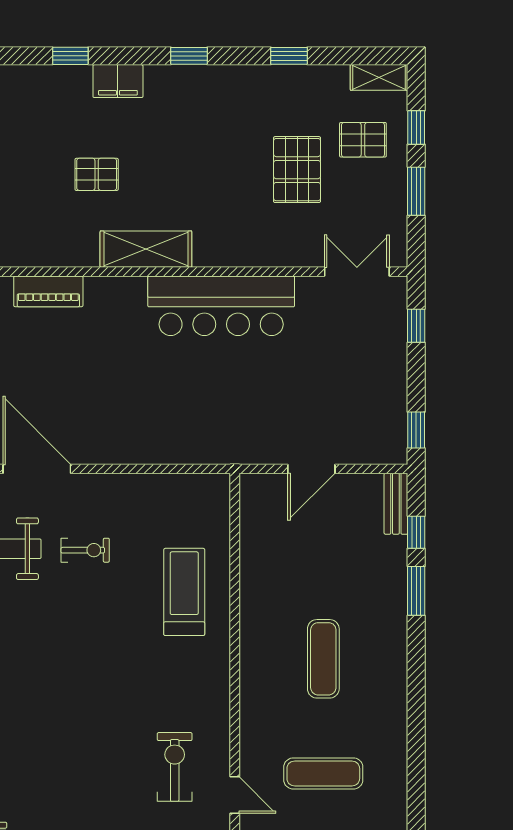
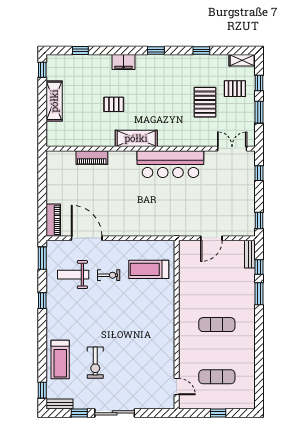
window: (70, 56) -> (80, 51), moved
treadmill: (184, 592) -> (149, 269), moved, turned -90
exercise mat: (323, 659) -> (217, 325), turned 90
exercise bike: (175, 767) -> (95, 363), moved, turned 180

